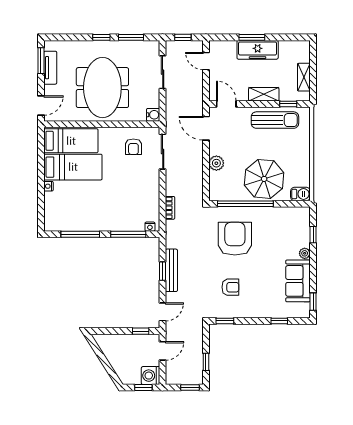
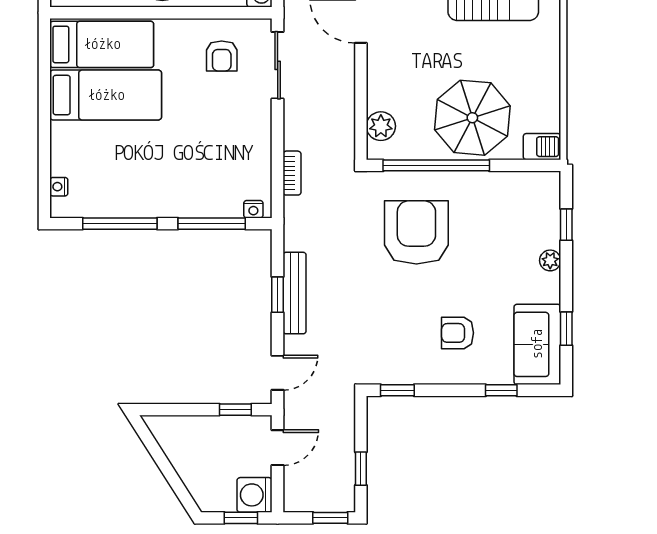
plant: (216, 163) -> (381, 126), moved
nightstand: (49, 186) -> (59, 187), moved
sofa: (298, 281) -> (537, 344), moved
armchair: (230, 287) -> (458, 333), moved, turned 180
window: (313, 302) -> (566, 329), moved

